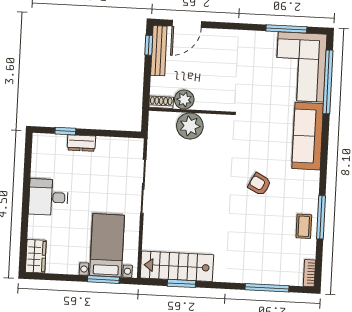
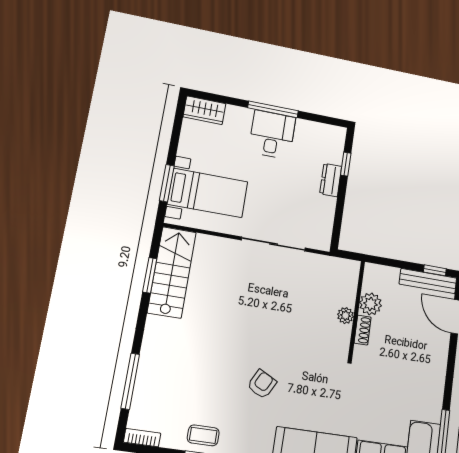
shoe rack: (161, 102) -> (363, 330), moved
plant: (190, 126) -> (345, 316), width x0.53, depth x0.53
window: (26, 199) -> (273, 109), added

